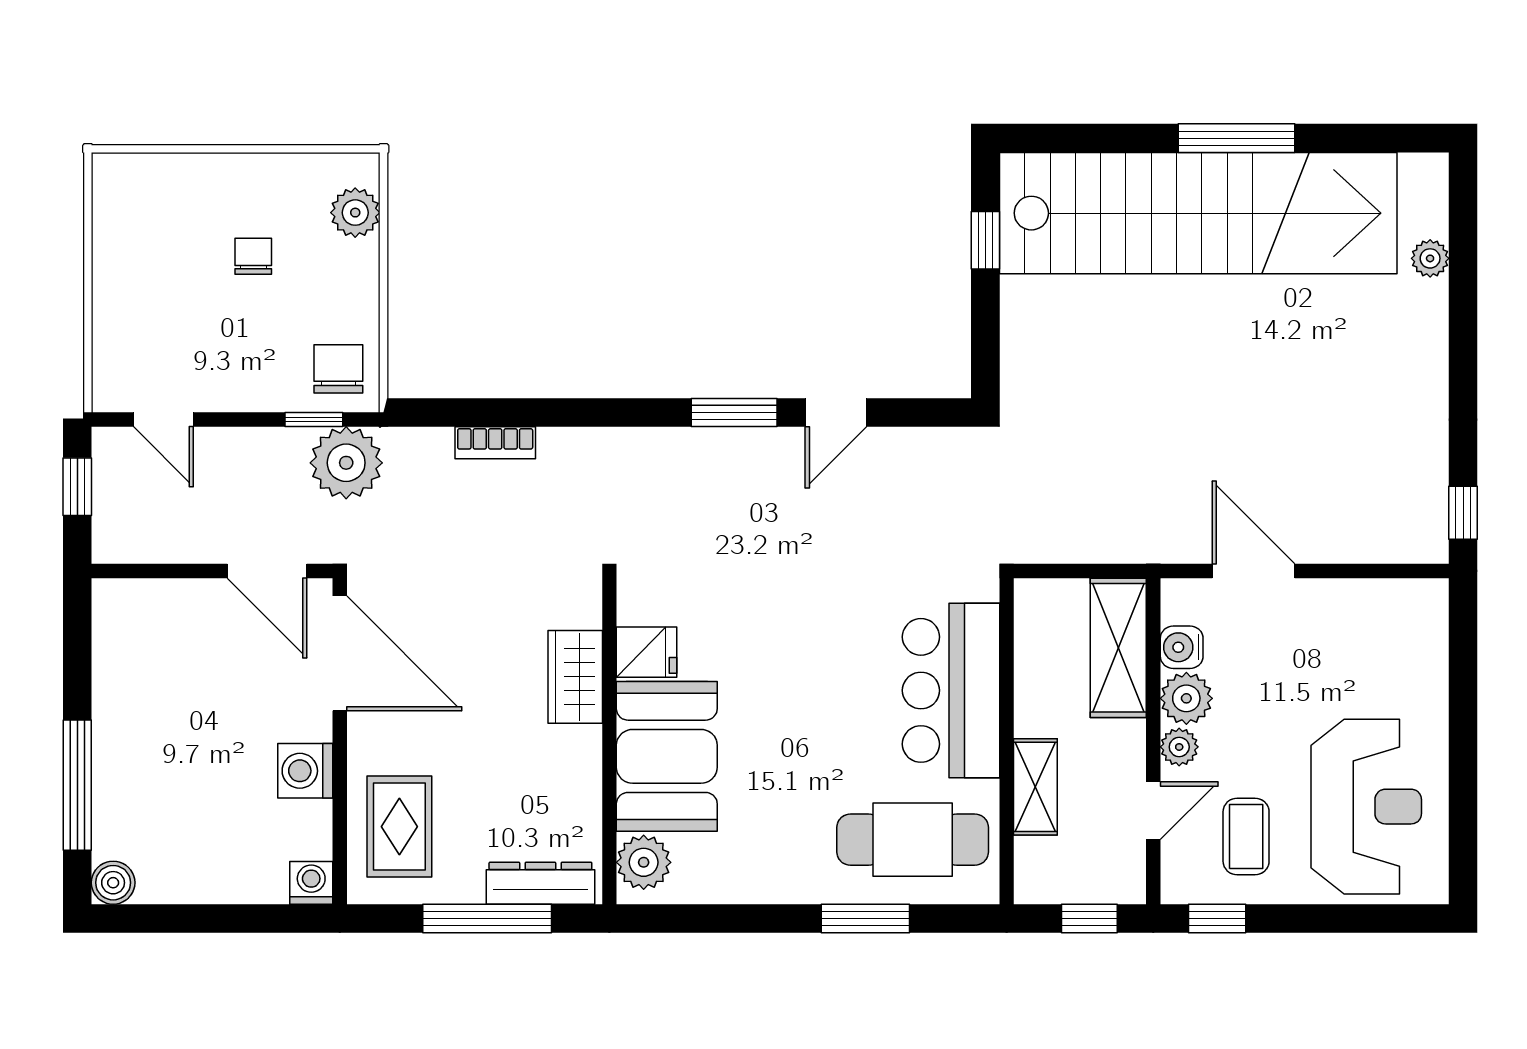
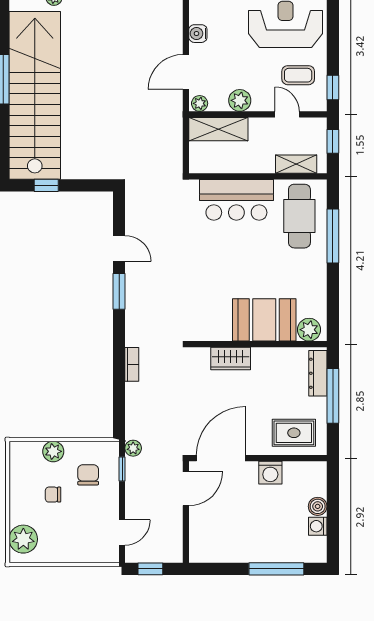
plant: (148, 186) -> (23, 539), added
plant: (355, 213) -> (53, 451), moved
chair: (338, 369) -> (88, 475), moved, turned 90
bookcase: (495, 443) -> (132, 364), moved
plant: (346, 463) -> (133, 448), width x0.53, depth x0.53
water cooler: (1182, 647) -> (198, 34), moved, turned 90
fridge: (647, 652) -> (220, 328), removed
plant: (1179, 747) -> (200, 103), moved
shelving: (1035, 787) -> (296, 164), moved
boiler: (113, 883) -> (318, 506), moved
washing machine: (311, 883) -> (318, 526), moved
window: (865, 919) -> (333, 236), width x1.44

